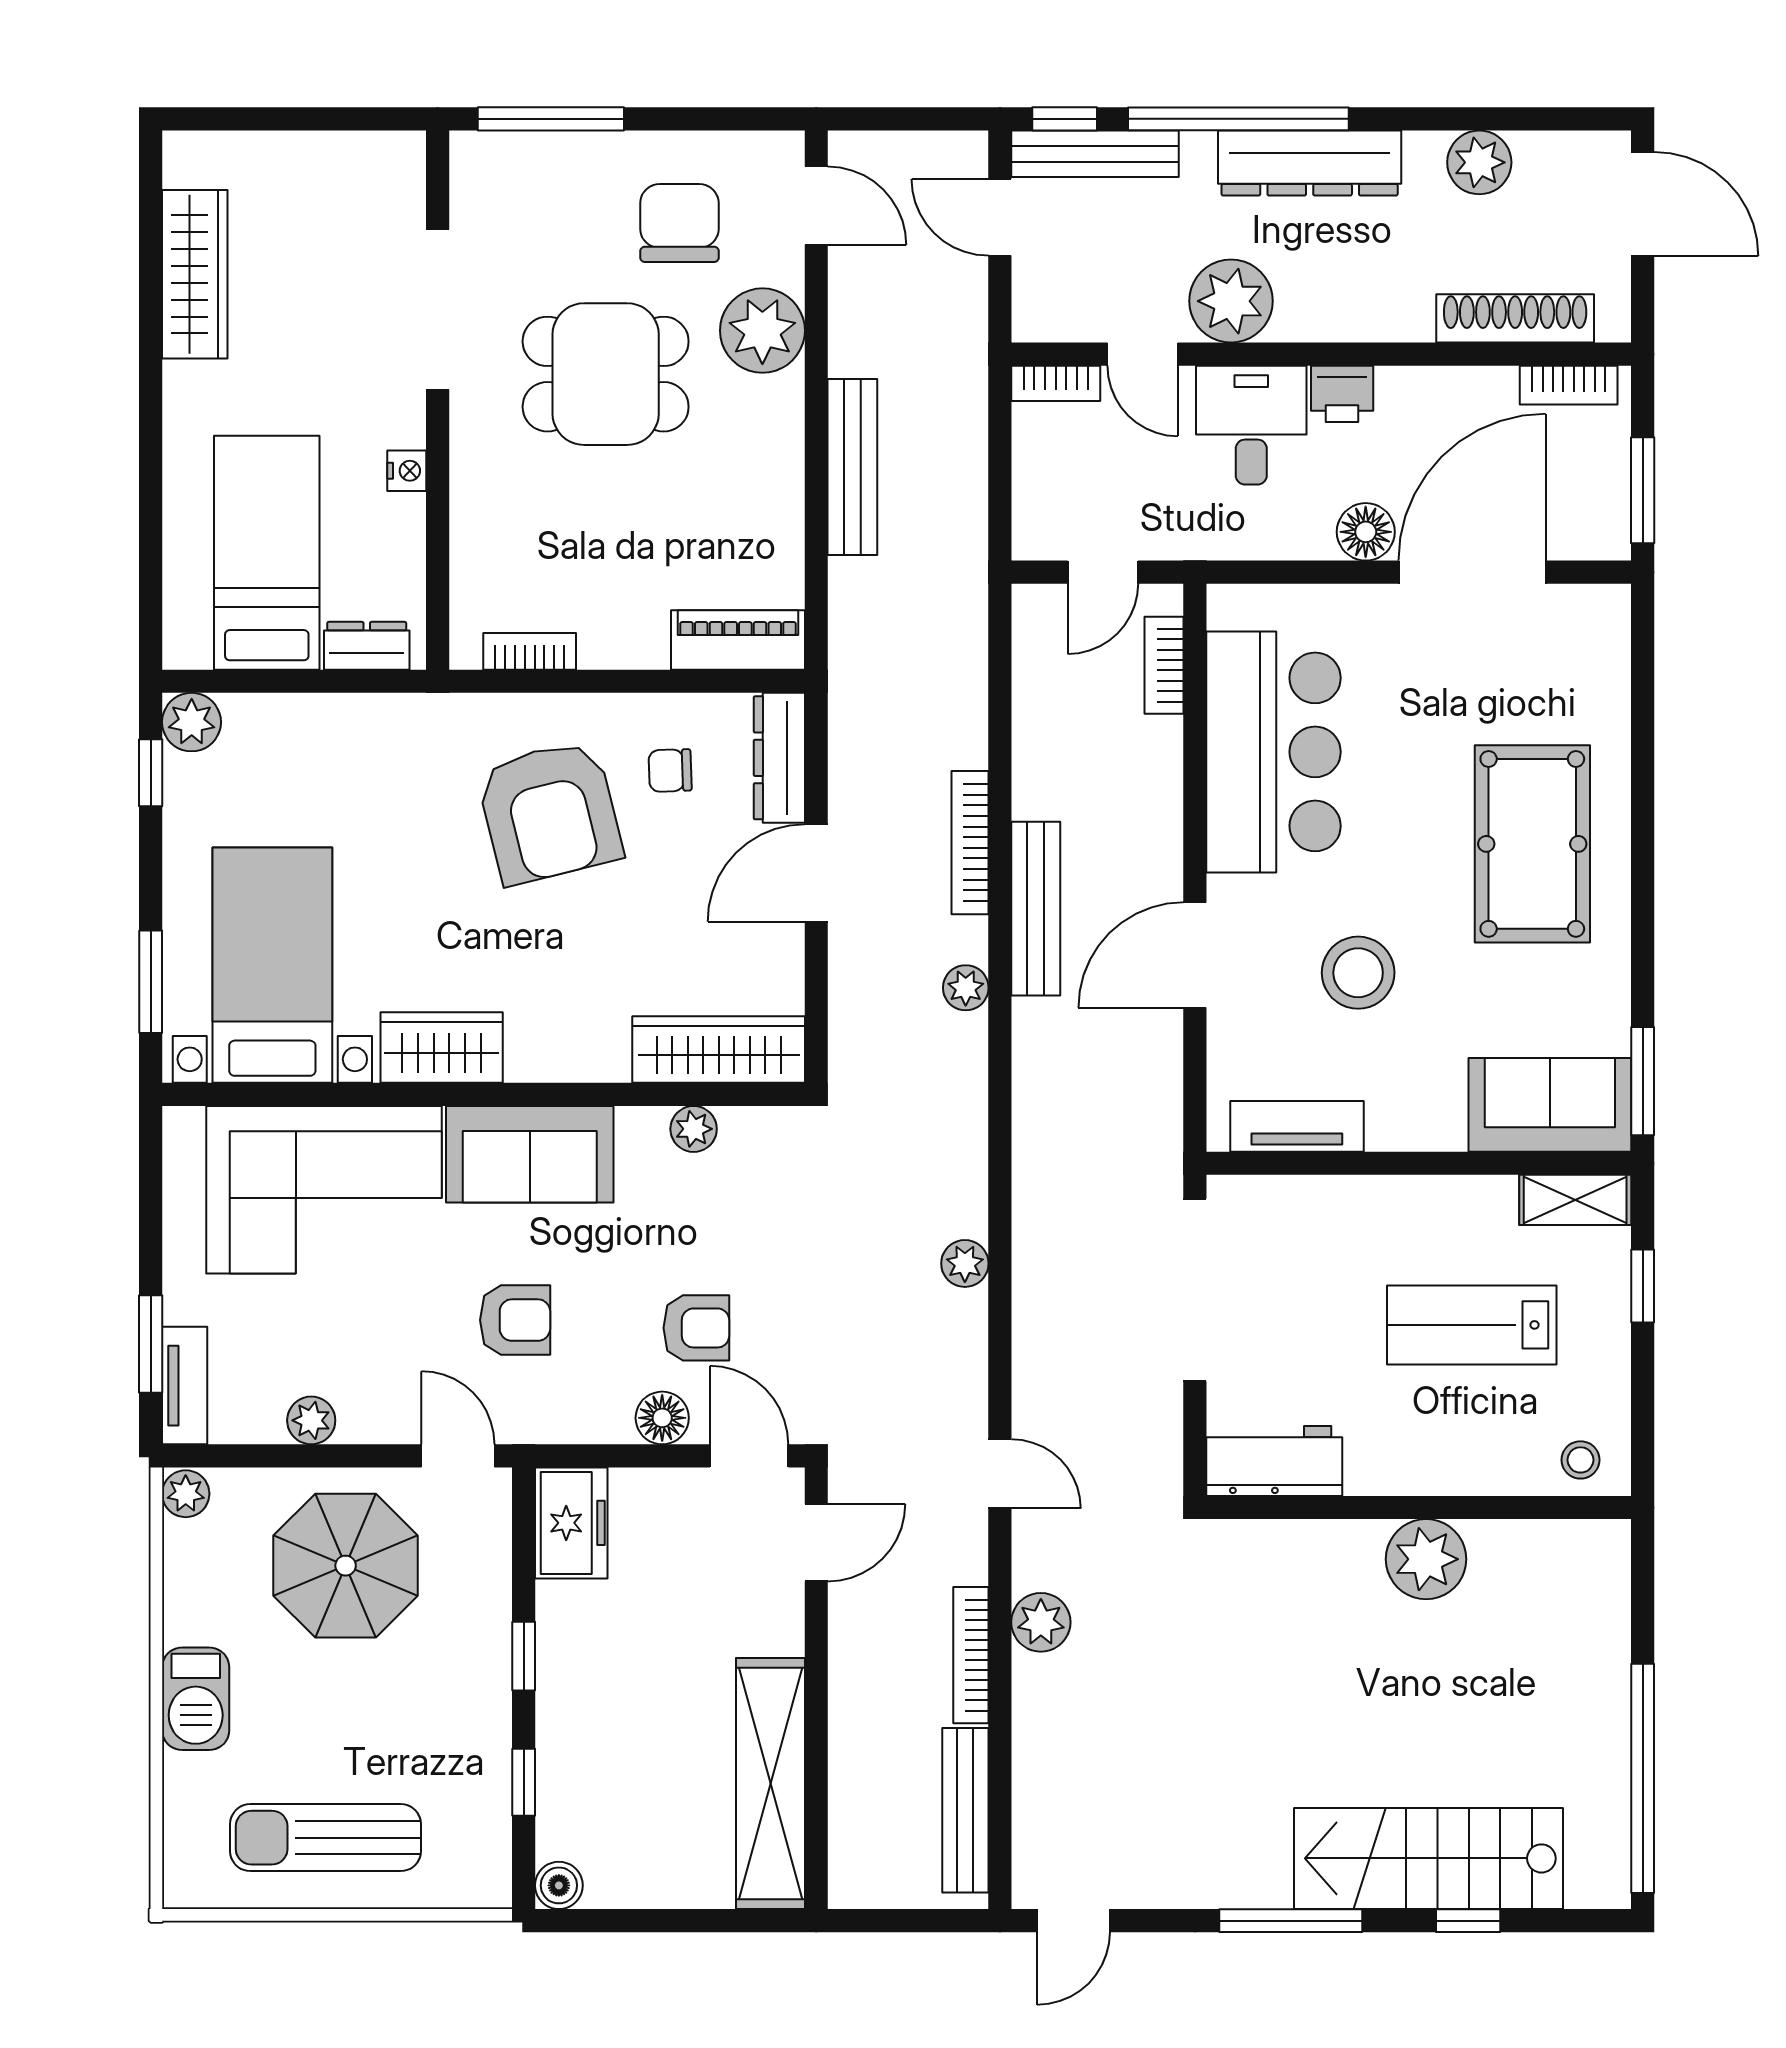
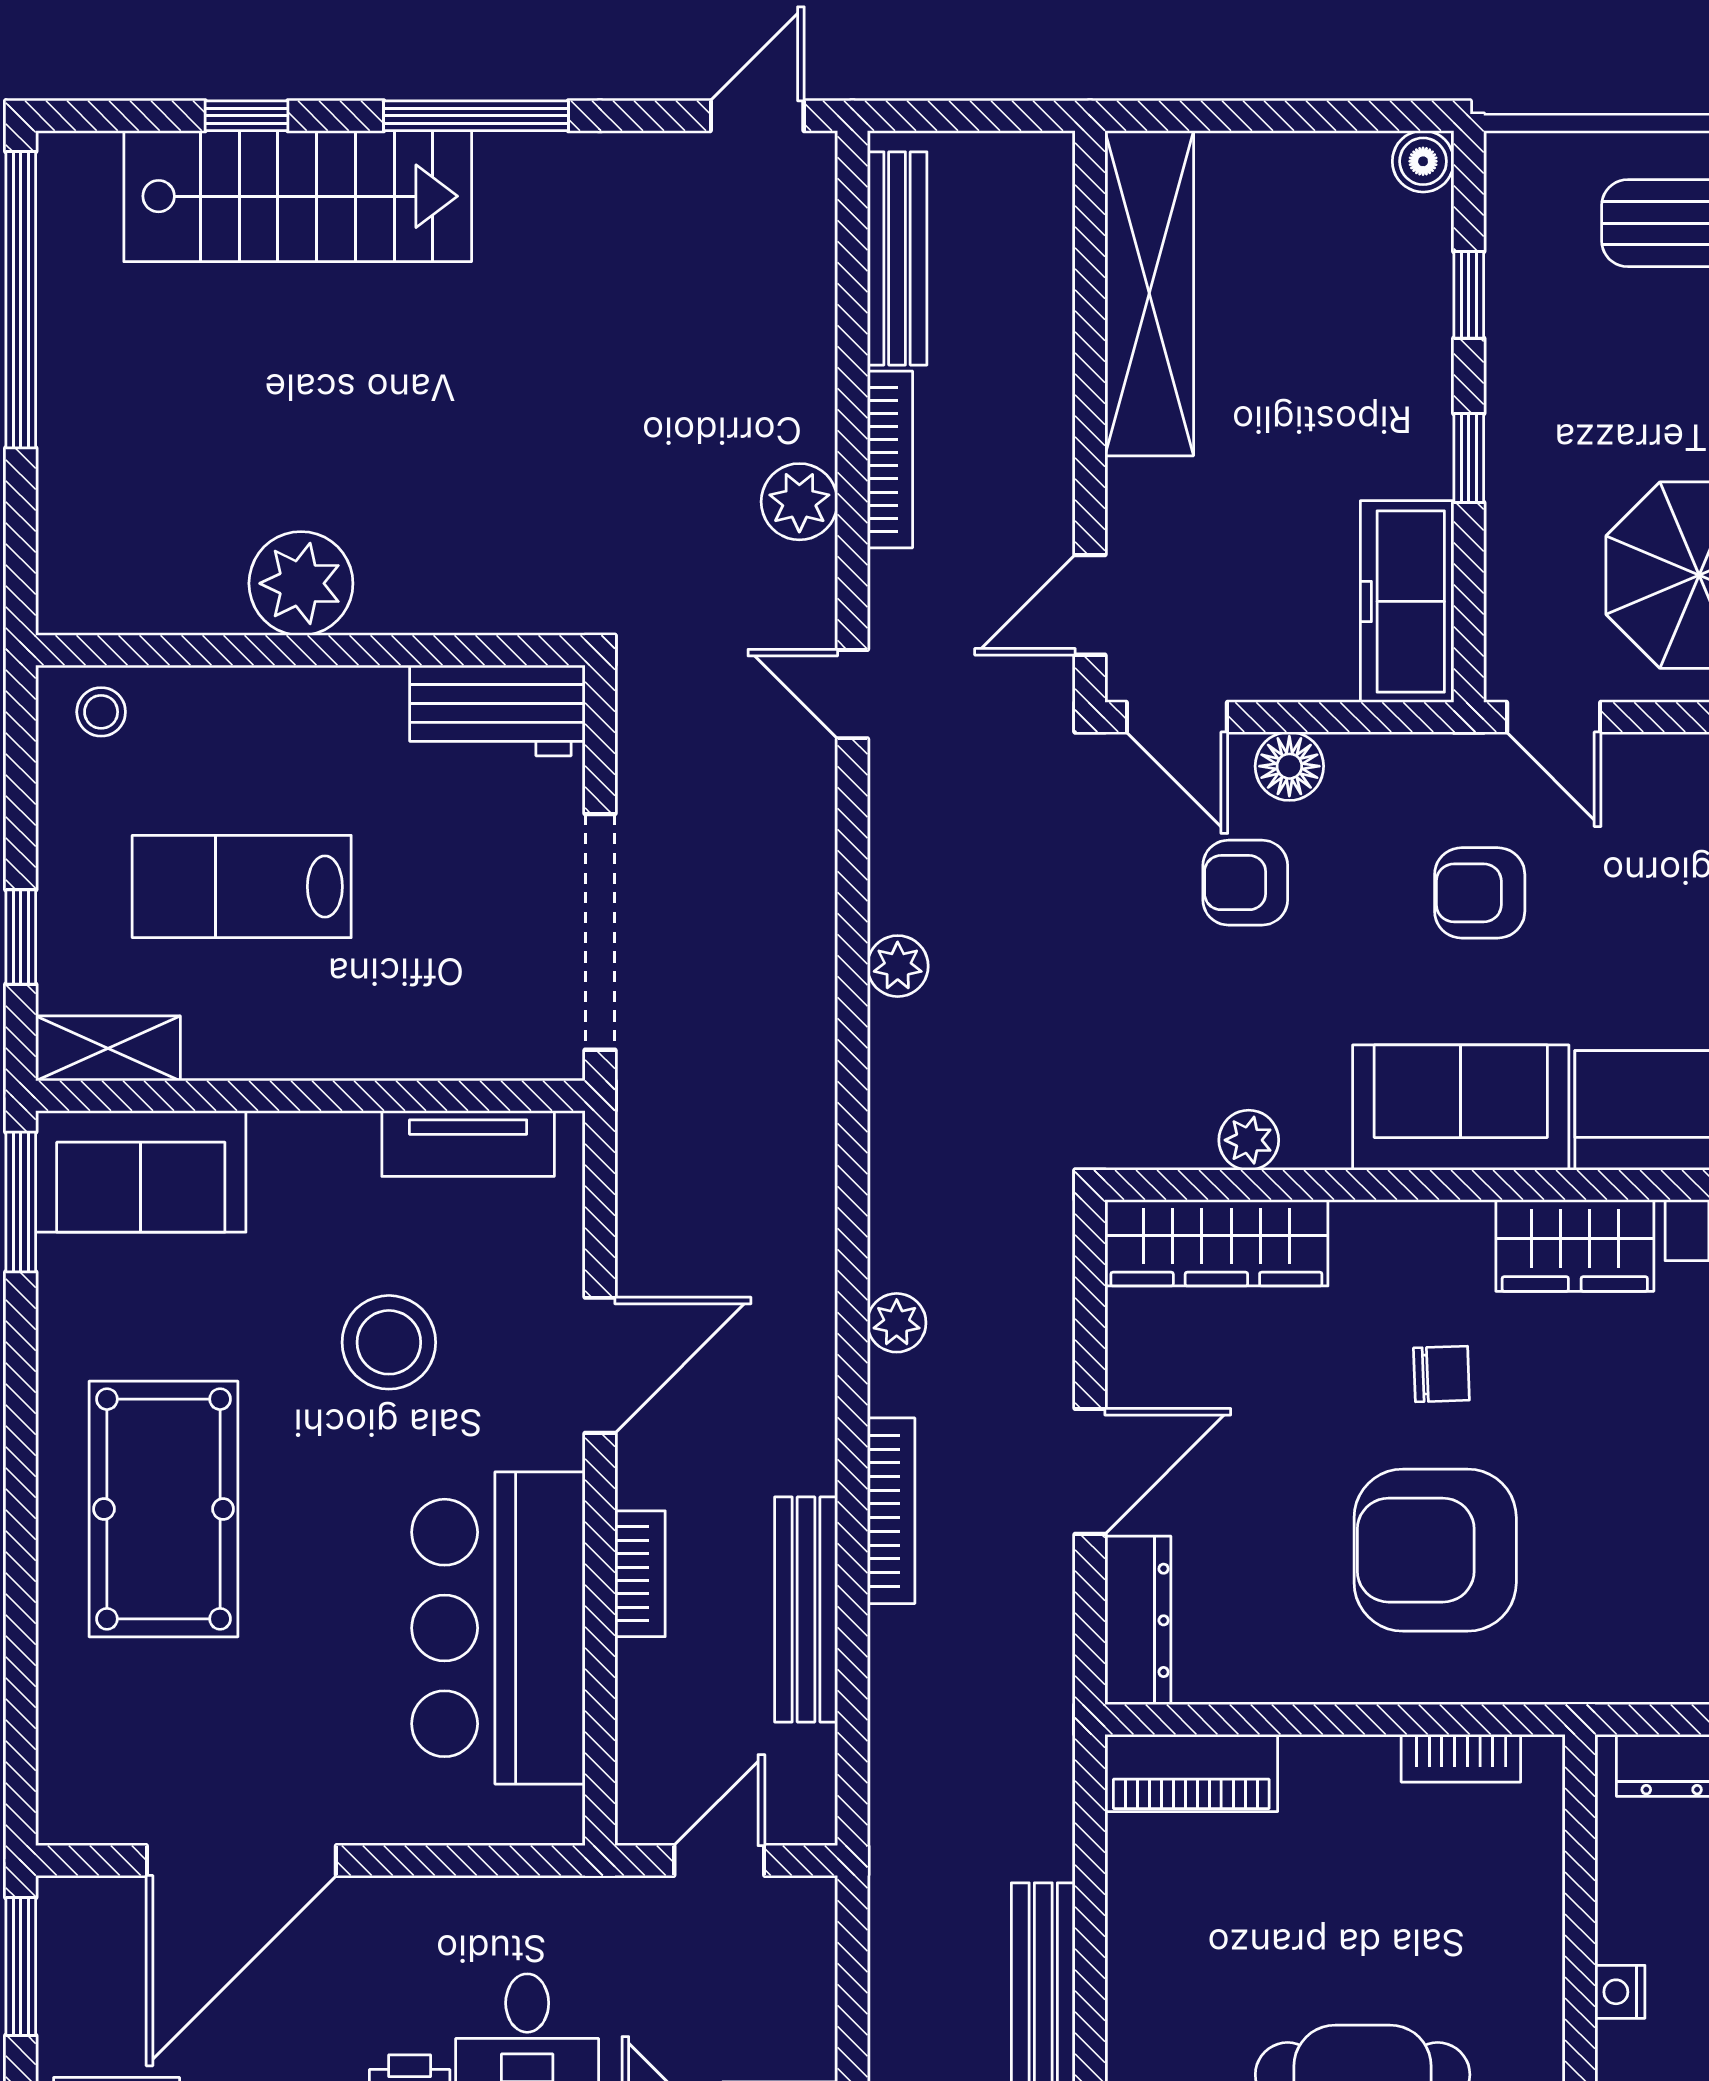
floor lamp: (1366, 532) -> (379, 1913), removed
bookcase: (1164, 665) -> (640, 1574), moved
chair: (670, 770) -> (1441, 1374), moved
armchair: (549, 812) -> (1435, 1550), turned -76
bench: (1036, 909) -> (806, 1609), moved
lab bench: (1472, 1325) -> (242, 887), turned 180
freezer: (571, 1523) -> (1407, 601), width x1.40

